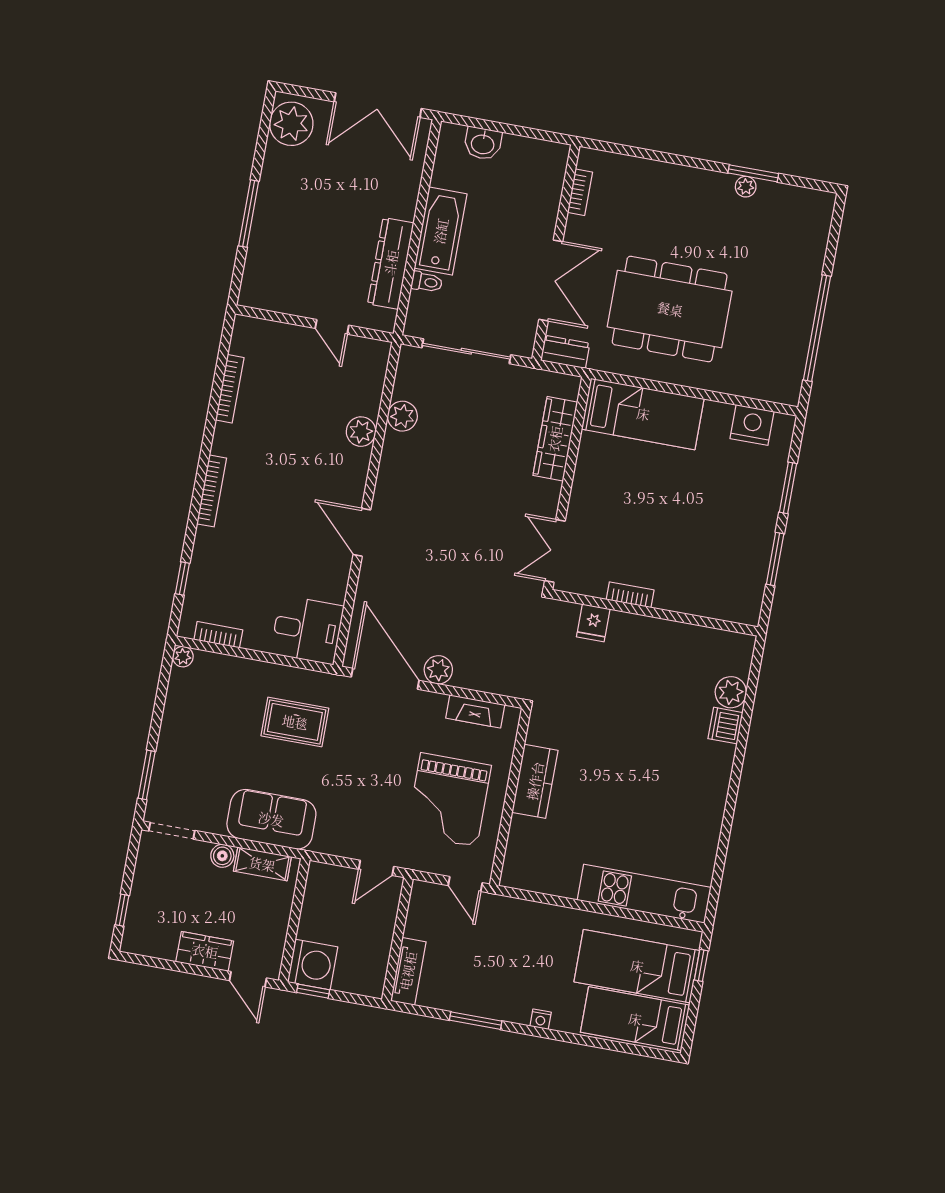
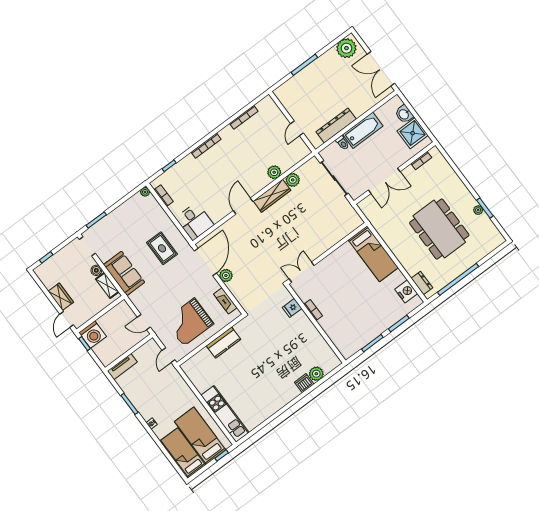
shower: (525, 161) -> (413, 133), added
dining table: (670, 309) -> (439, 229), moved
dresser: (565, 352) -> (422, 283), moved
wardrobe: (555, 439) -> (272, 196), moved, turned 180

